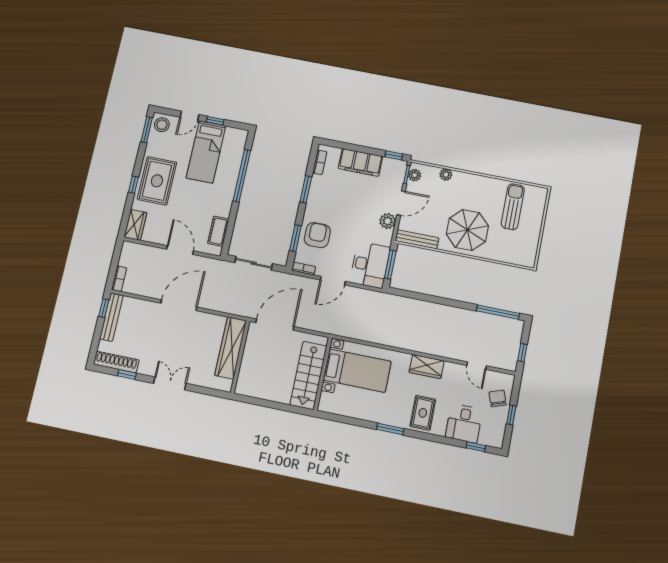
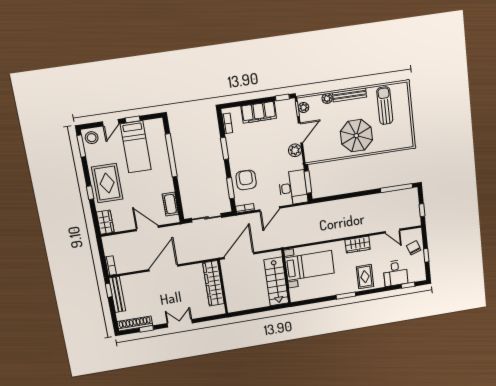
bench: (417, 239) -> (349, 95), moved

